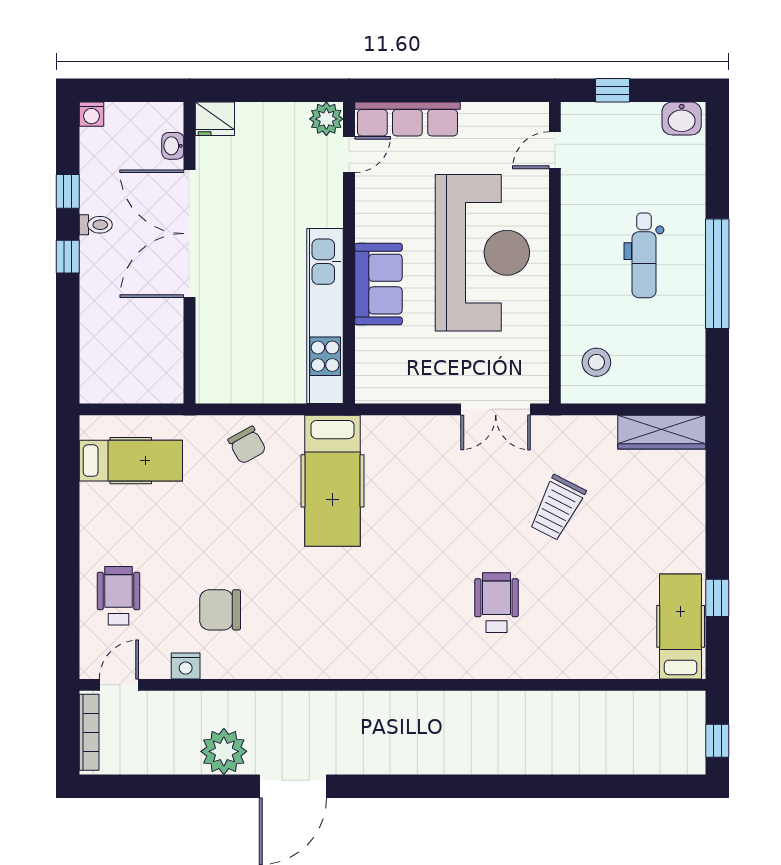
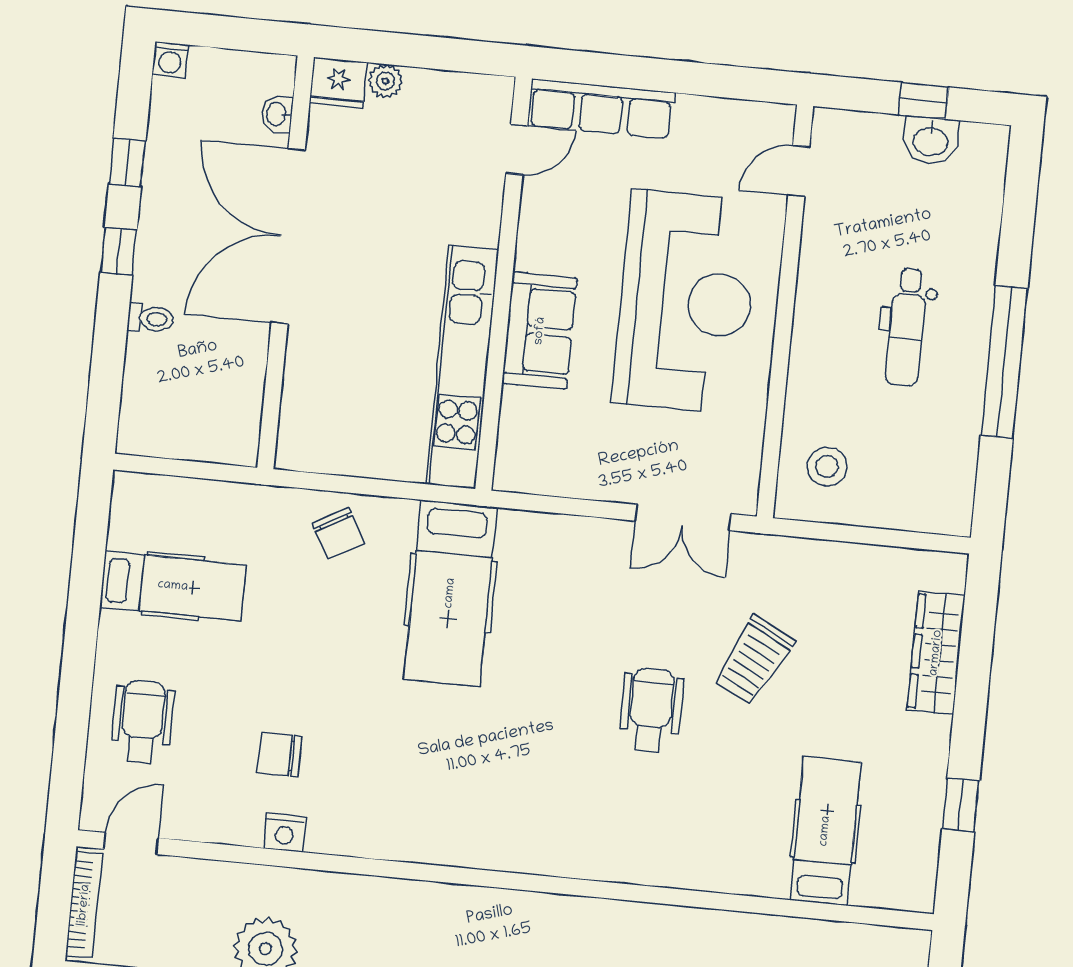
window: (613, 90) -> (924, 101), moved
plant: (326, 119) -> (385, 81), moved, width x0.73, depth x0.73
washbasin: (682, 119) -> (931, 140), moved
toilet: (96, 225) -> (151, 319), moved
wardrobe: (662, 432) -> (936, 653), moved, turned 90
hospital bed: (131, 461) -> (173, 586), moved
wheelchair: (496, 603) -> (651, 710), moved
chair: (220, 610) -> (280, 755), width x0.73, depth x0.73
hospital bed: (681, 626) -> (825, 831), moved
nightstand: (186, 666) -> (285, 833), moved

